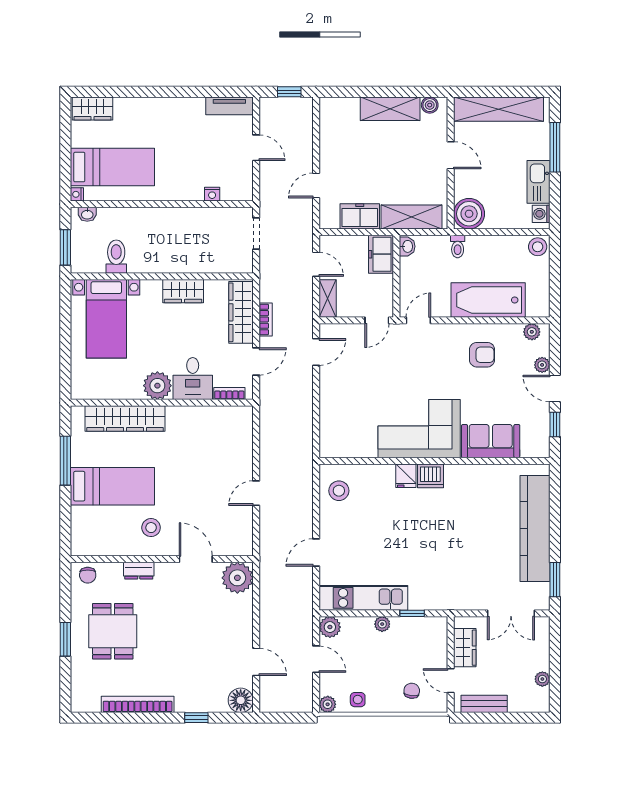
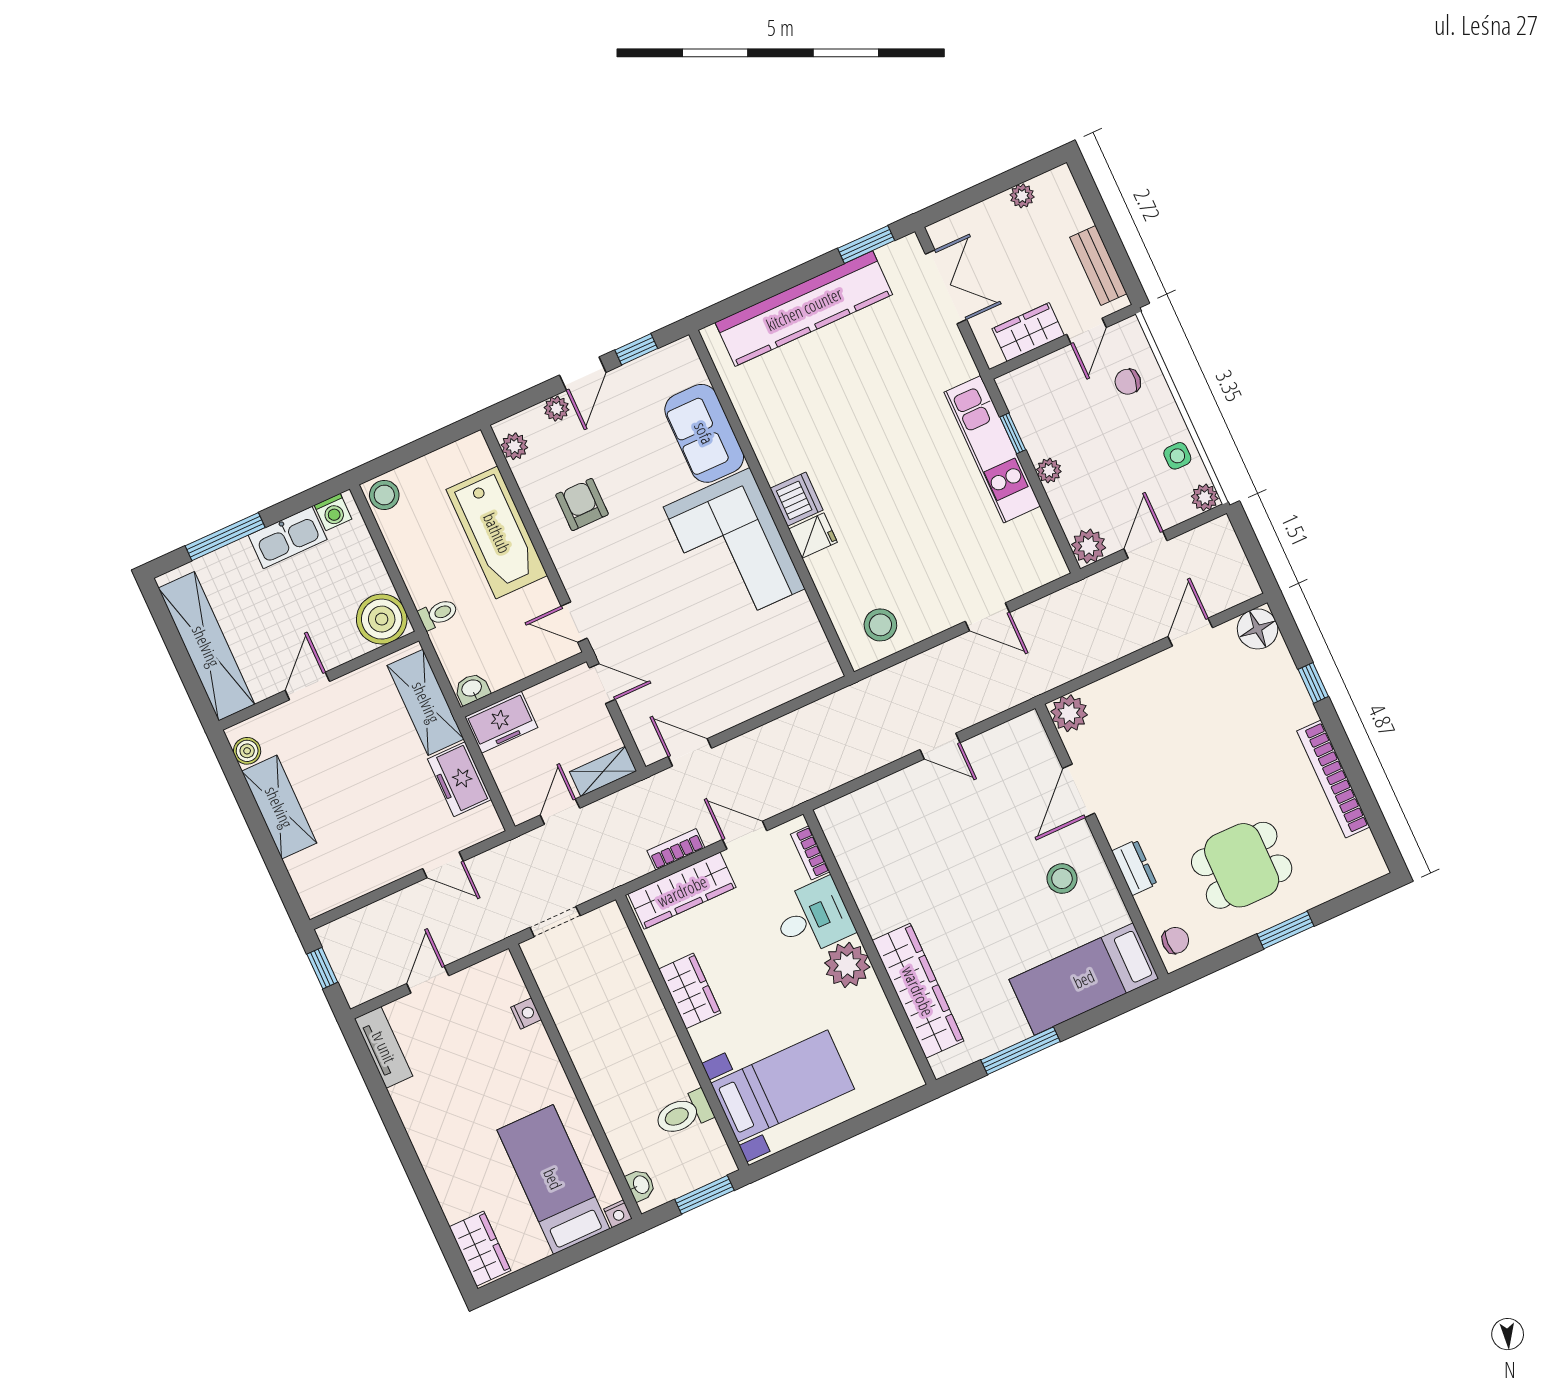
bed: (112, 486) -> (1084, 979), moved, turned -90
plant: (237, 578) -> (1069, 713), width x0.73, depth x0.73
kitchen unit: (363, 598) -> (992, 449), moved

